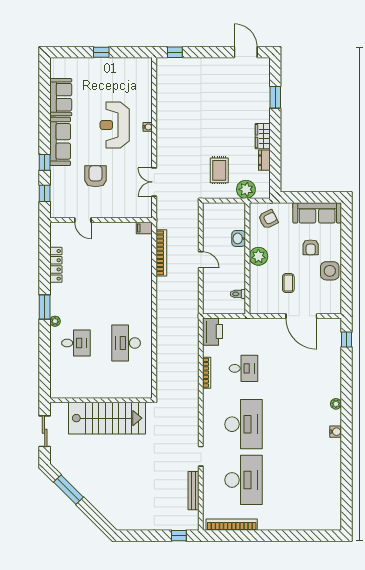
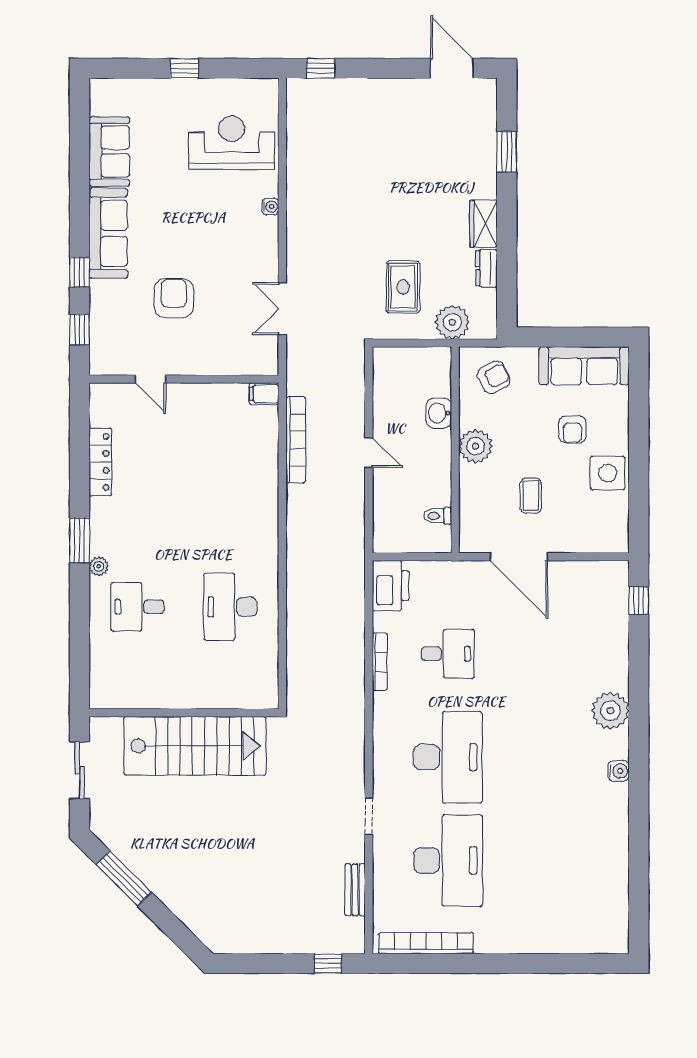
reception desk: (115, 125) -> (232, 143), moved, turned 90
door: (301, 316) -> (519, 557), moved
desk: (76, 343) -> (138, 607), turned 180
plant: (336, 404) -> (610, 711), width x1.87, depth x1.87
bench: (193, 491) -> (355, 890), width x0.73

